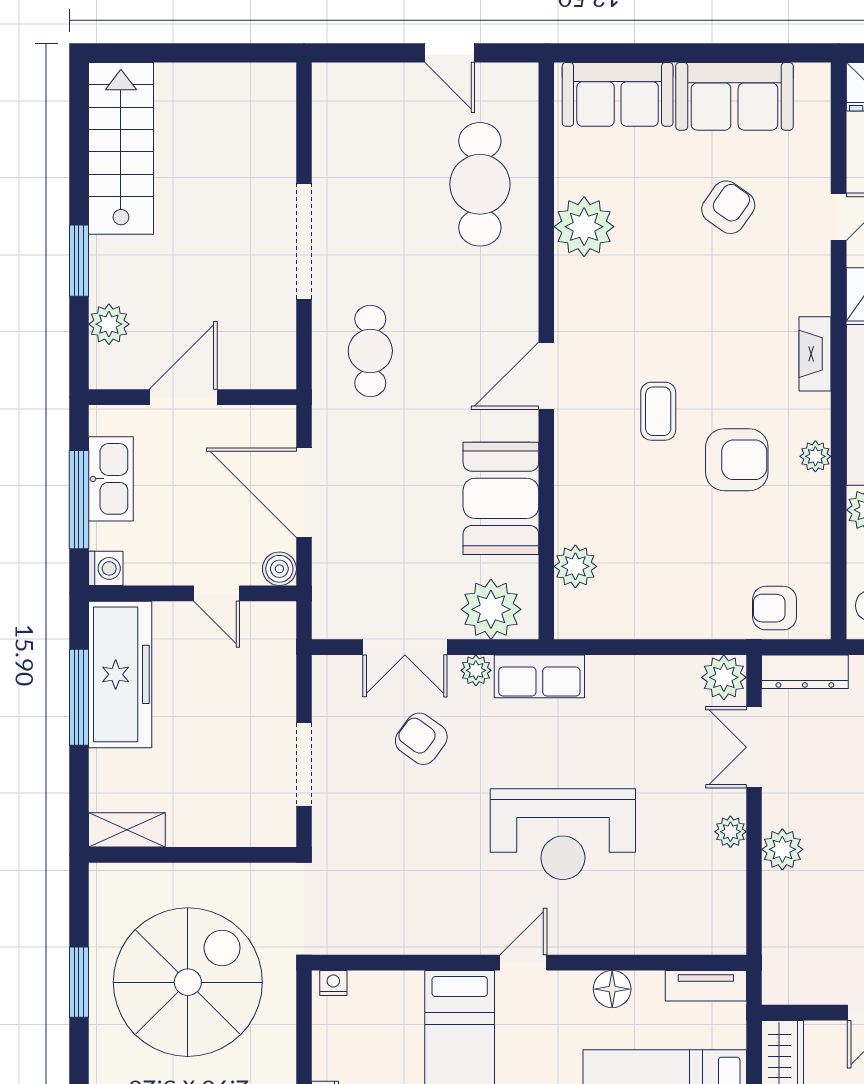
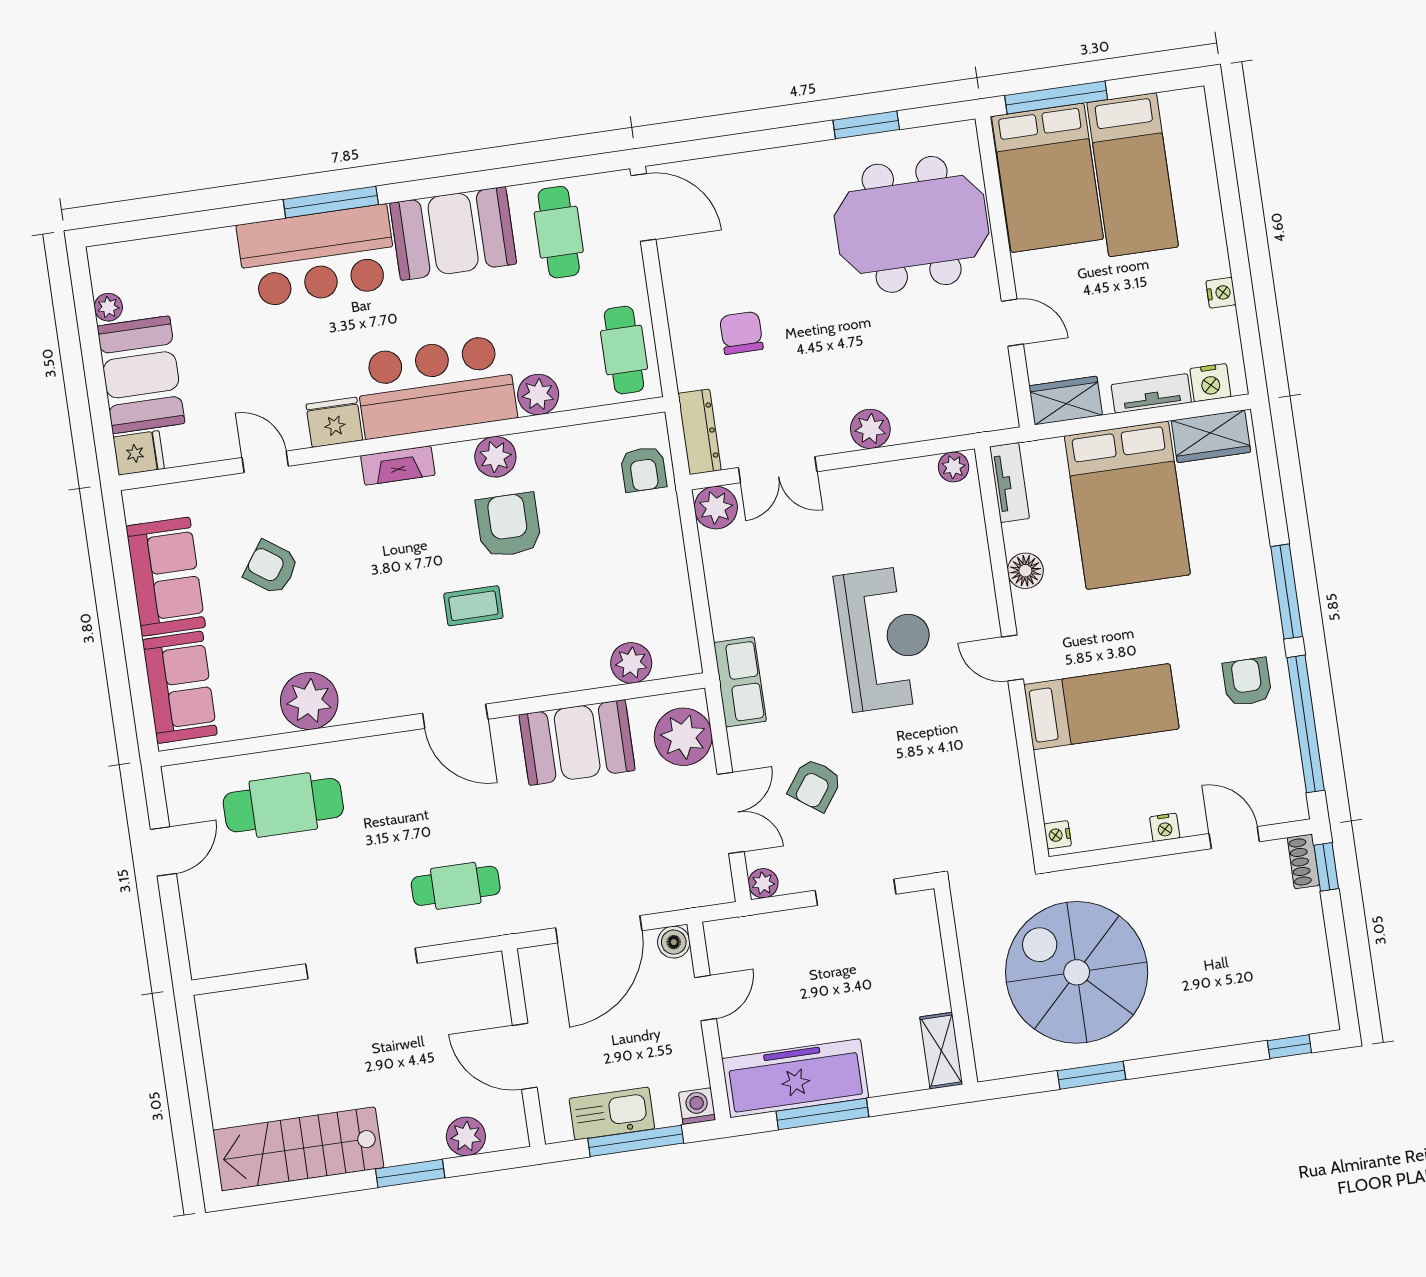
plant: (815, 456) -> (495, 457), width x1.38, depth x1.38
plant: (476, 670) -> (763, 883), moved
plant: (730, 832) -> (954, 467), moved

